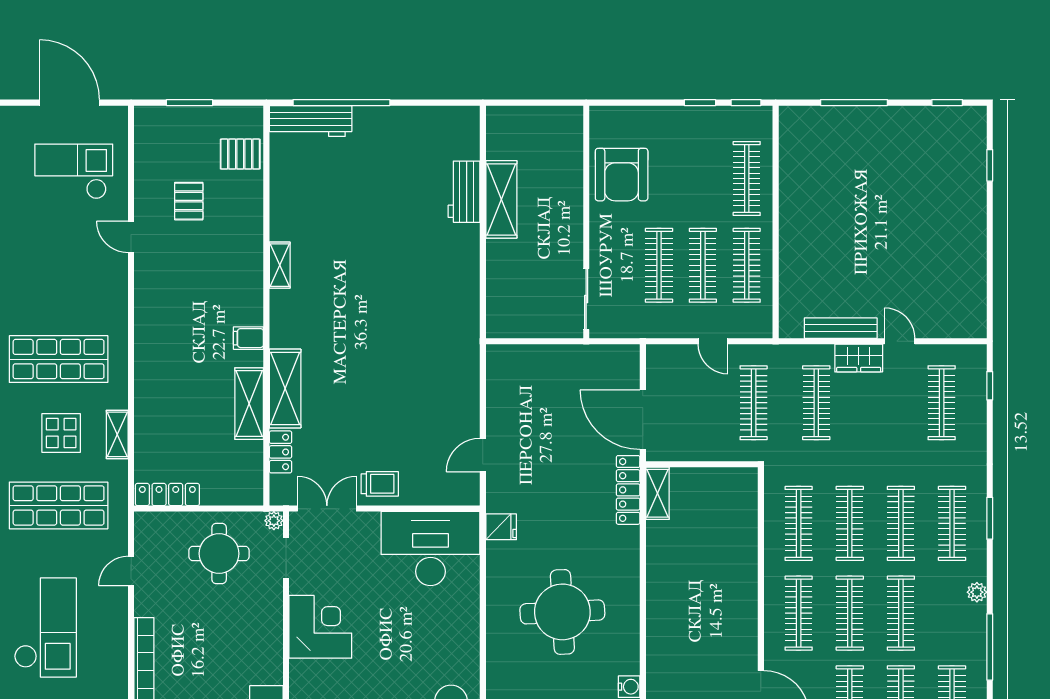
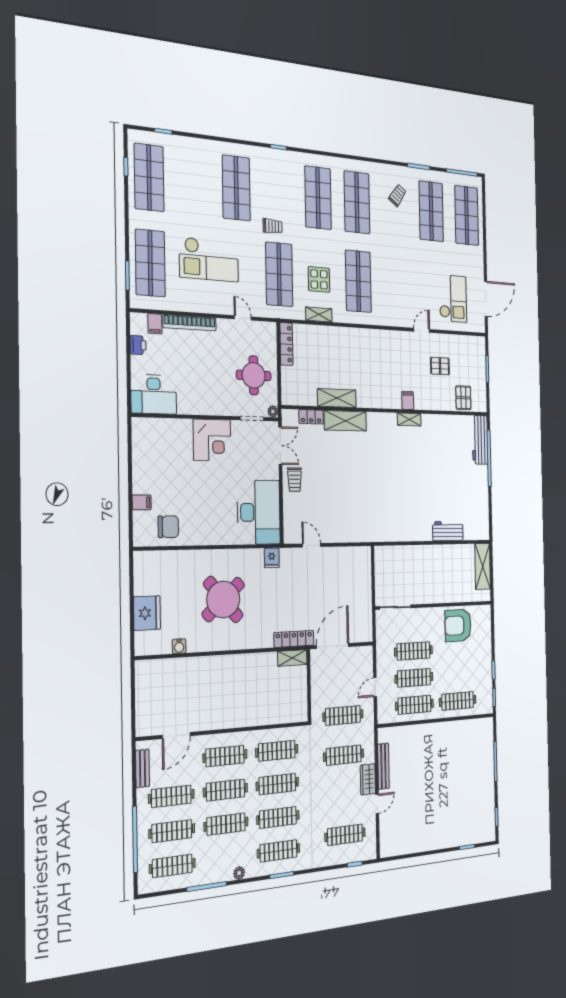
shelving: (501, 199) -> (483, 566), moved, turned 90
filing cabinet: (248, 338) -> (408, 400), moved
round table: (562, 612) -> (223, 599), turned -38

